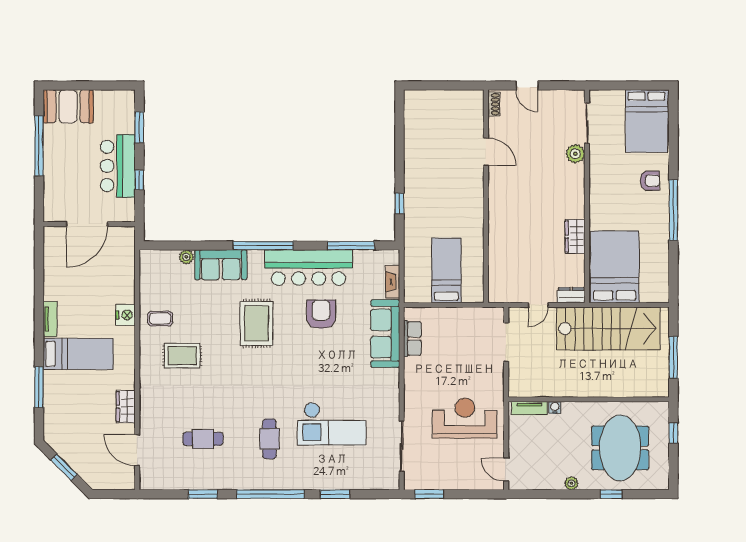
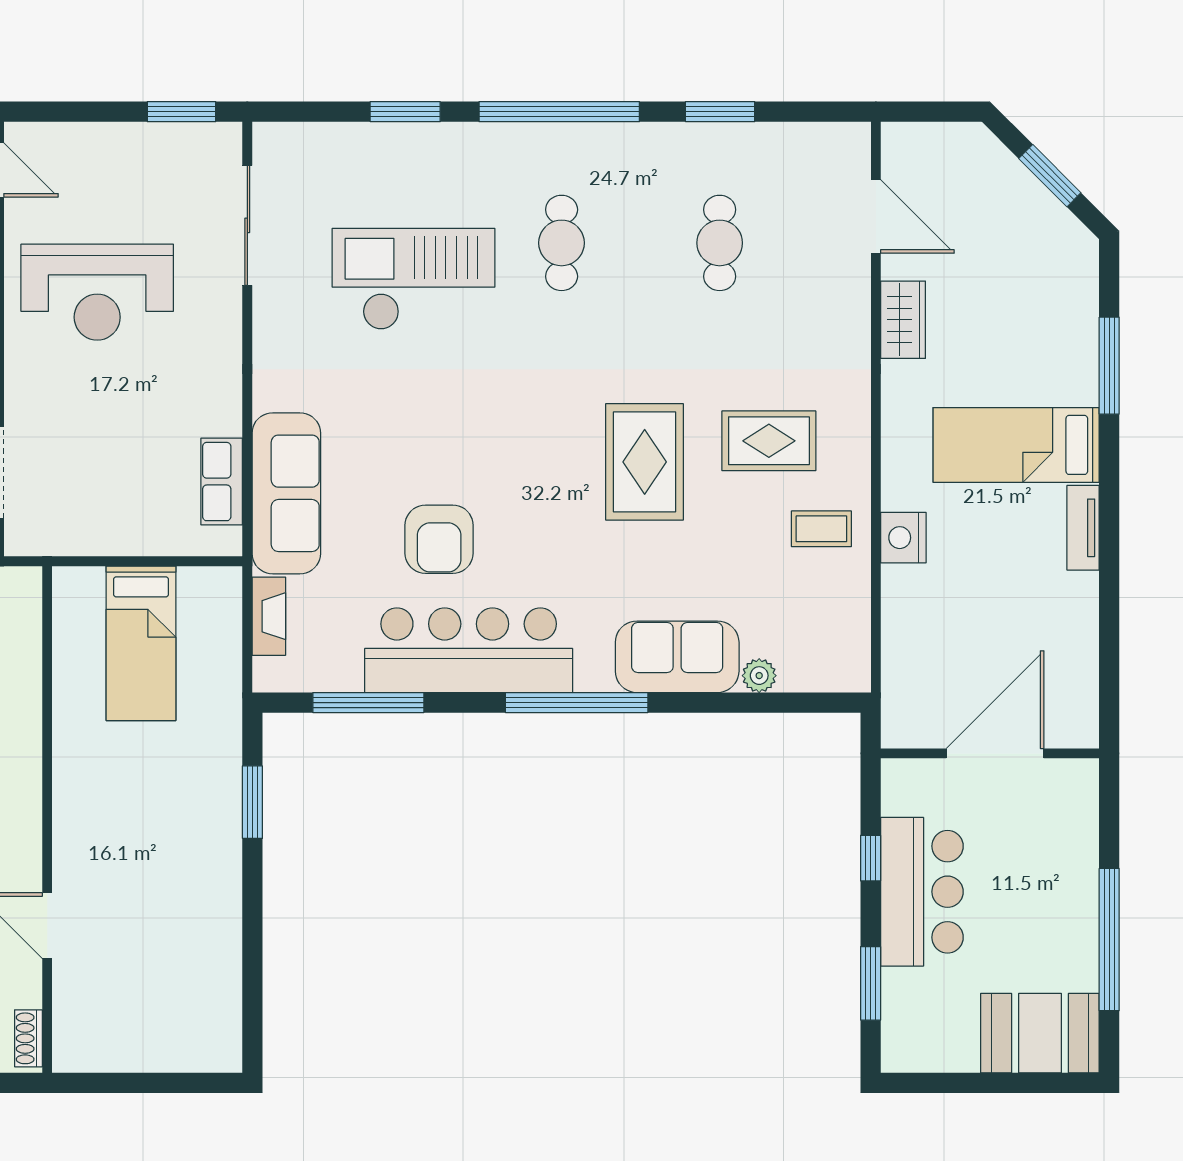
window: (399, 204) -> (252, 802), width x1.50
rug: (256, 323) -> (645, 462), moved
cafe table: (203, 439) -> (720, 243), turned 90

